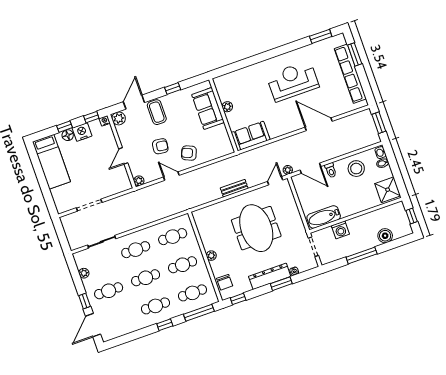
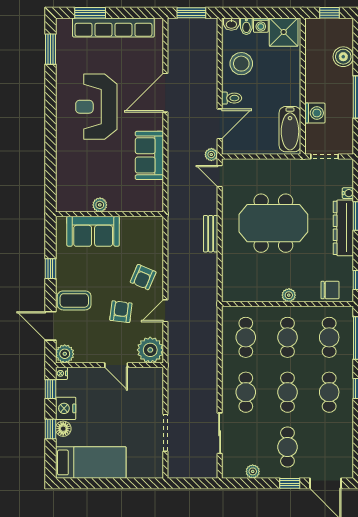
sofa: (251, 136) -> (149, 155), moved
washing machine: (387, 173) -> (261, 25), added
plant: (139, 181) -> (150, 350), width x1.88, depth x1.88

